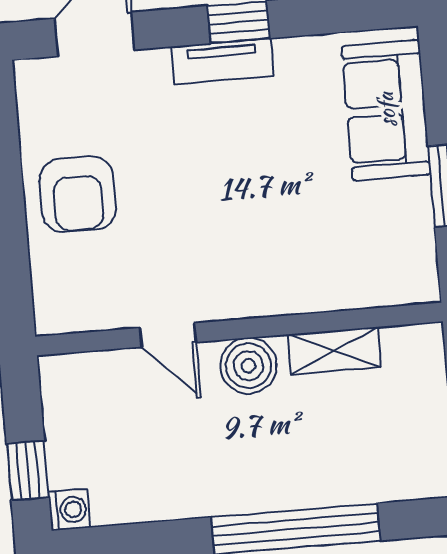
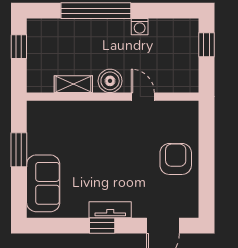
washing machine: (69, 510) -> (140, 27), moved, turned -90

